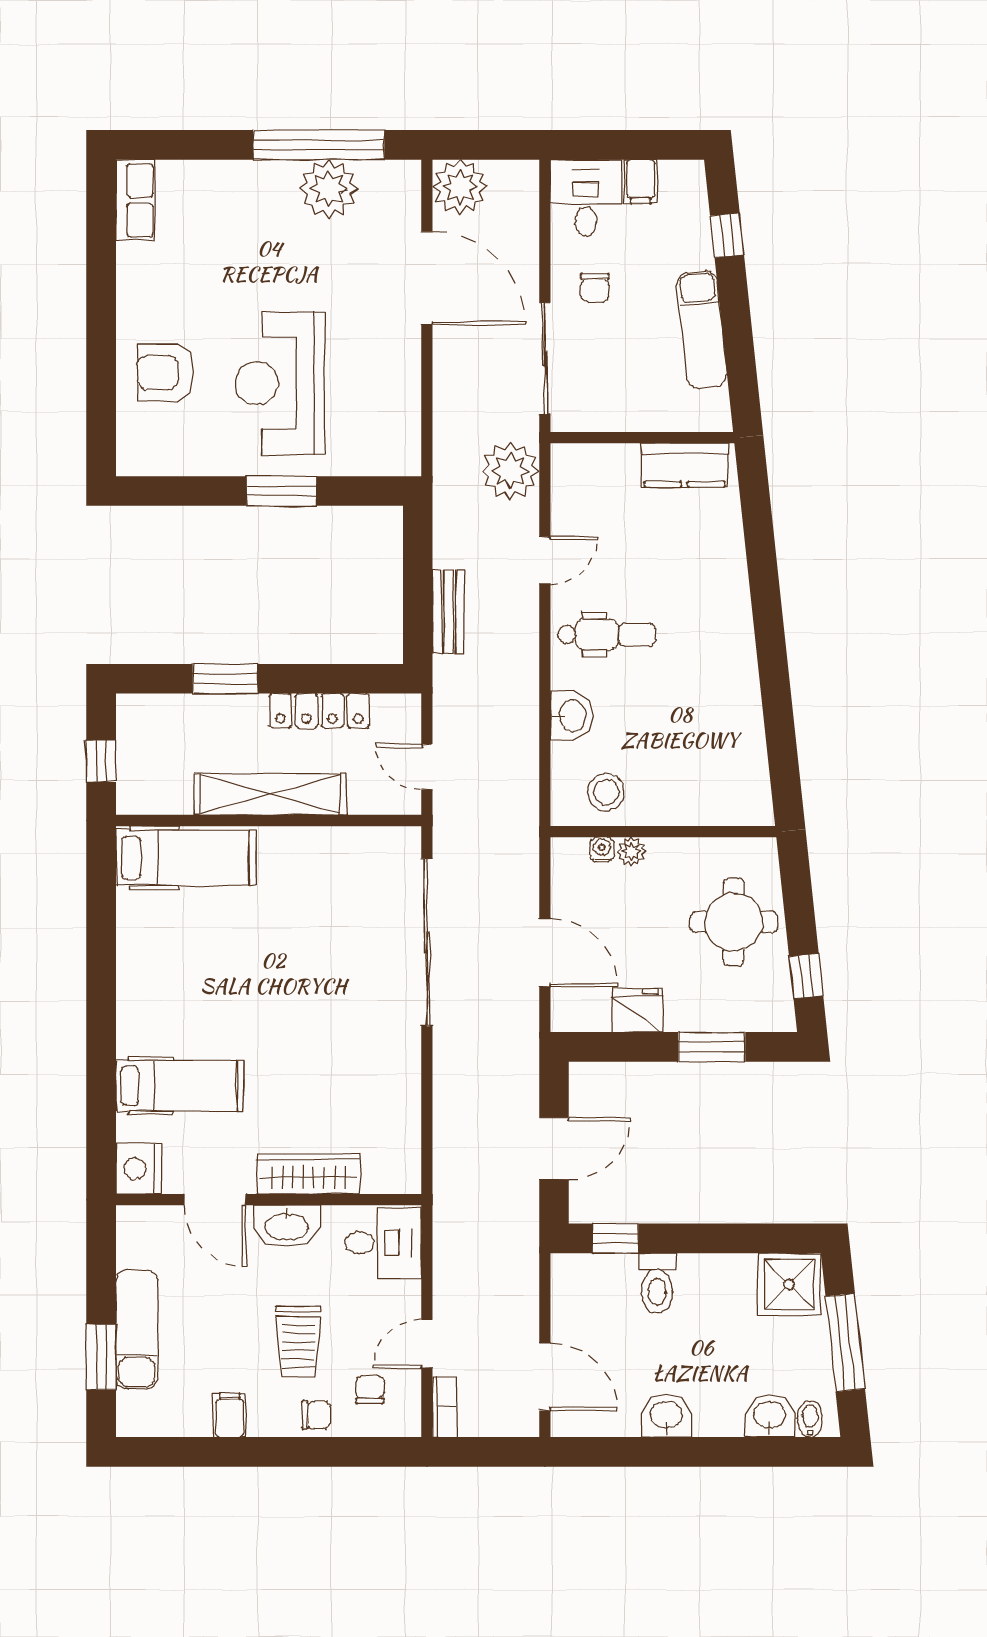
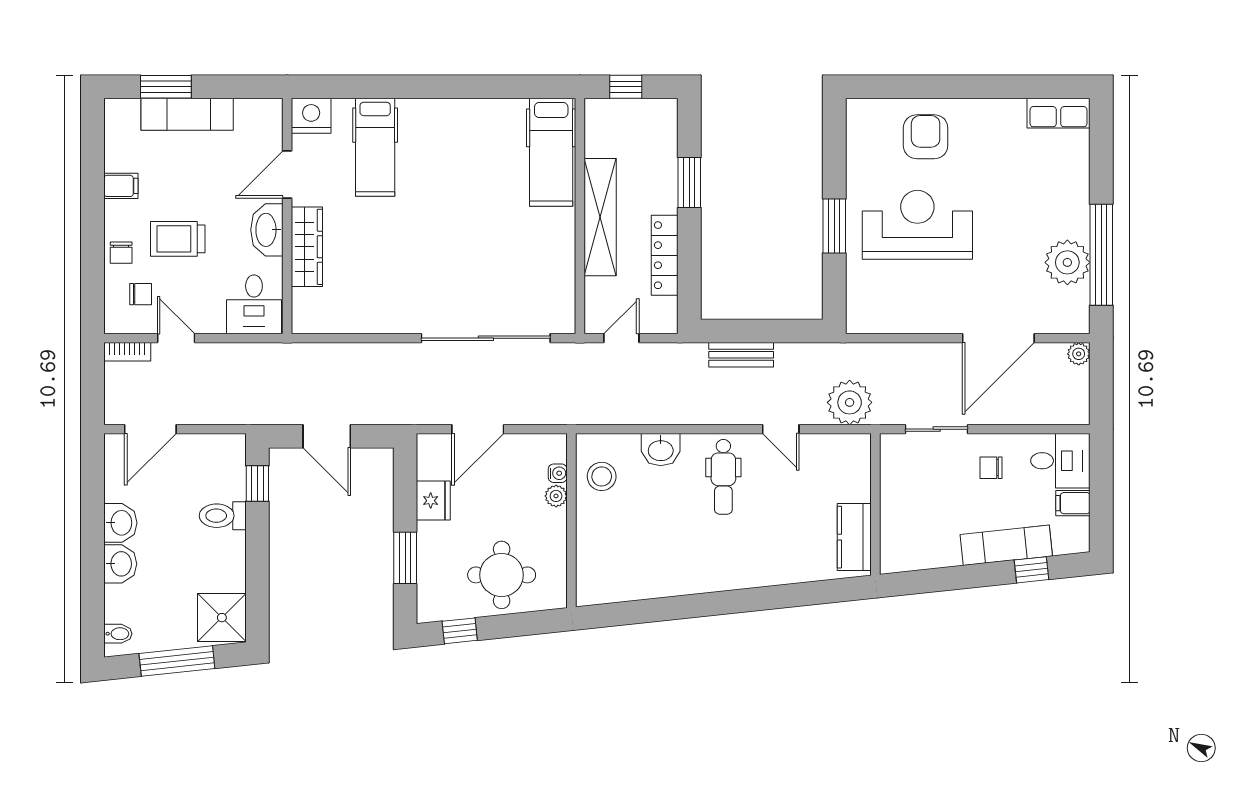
plant: (460, 187) -> (1079, 354), width x0.53, depth x0.53
exam couch: (702, 330) -> (1006, 545), moved
sliding door: (545, 358) -> (937, 429), width x0.73
washbasin: (770, 1416) -> (120, 564), moved

